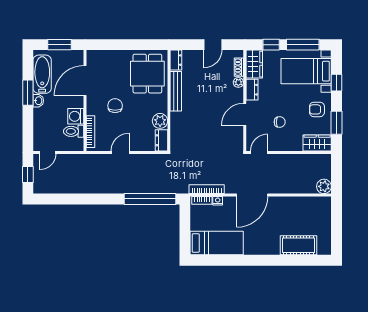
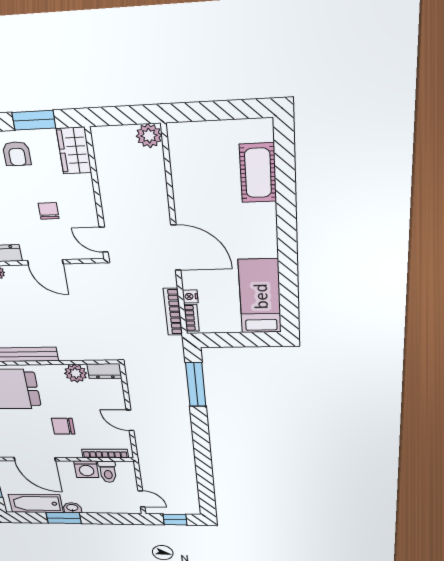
window: (150, 199) -> (196, 385), width x0.68

